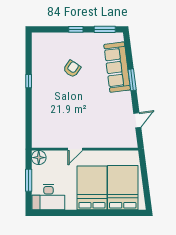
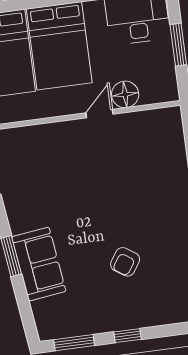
sofa: (117, 67) -> (39, 264), width x0.73
floor lamp: (39, 158) -> (125, 94), moved

